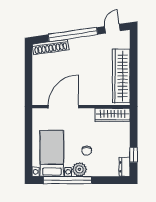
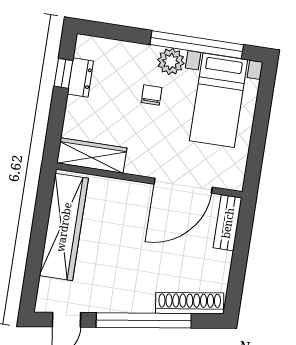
bench: (38, 91) -> (228, 223), added
dresser: (125, 167) -> (80, 77), moved

